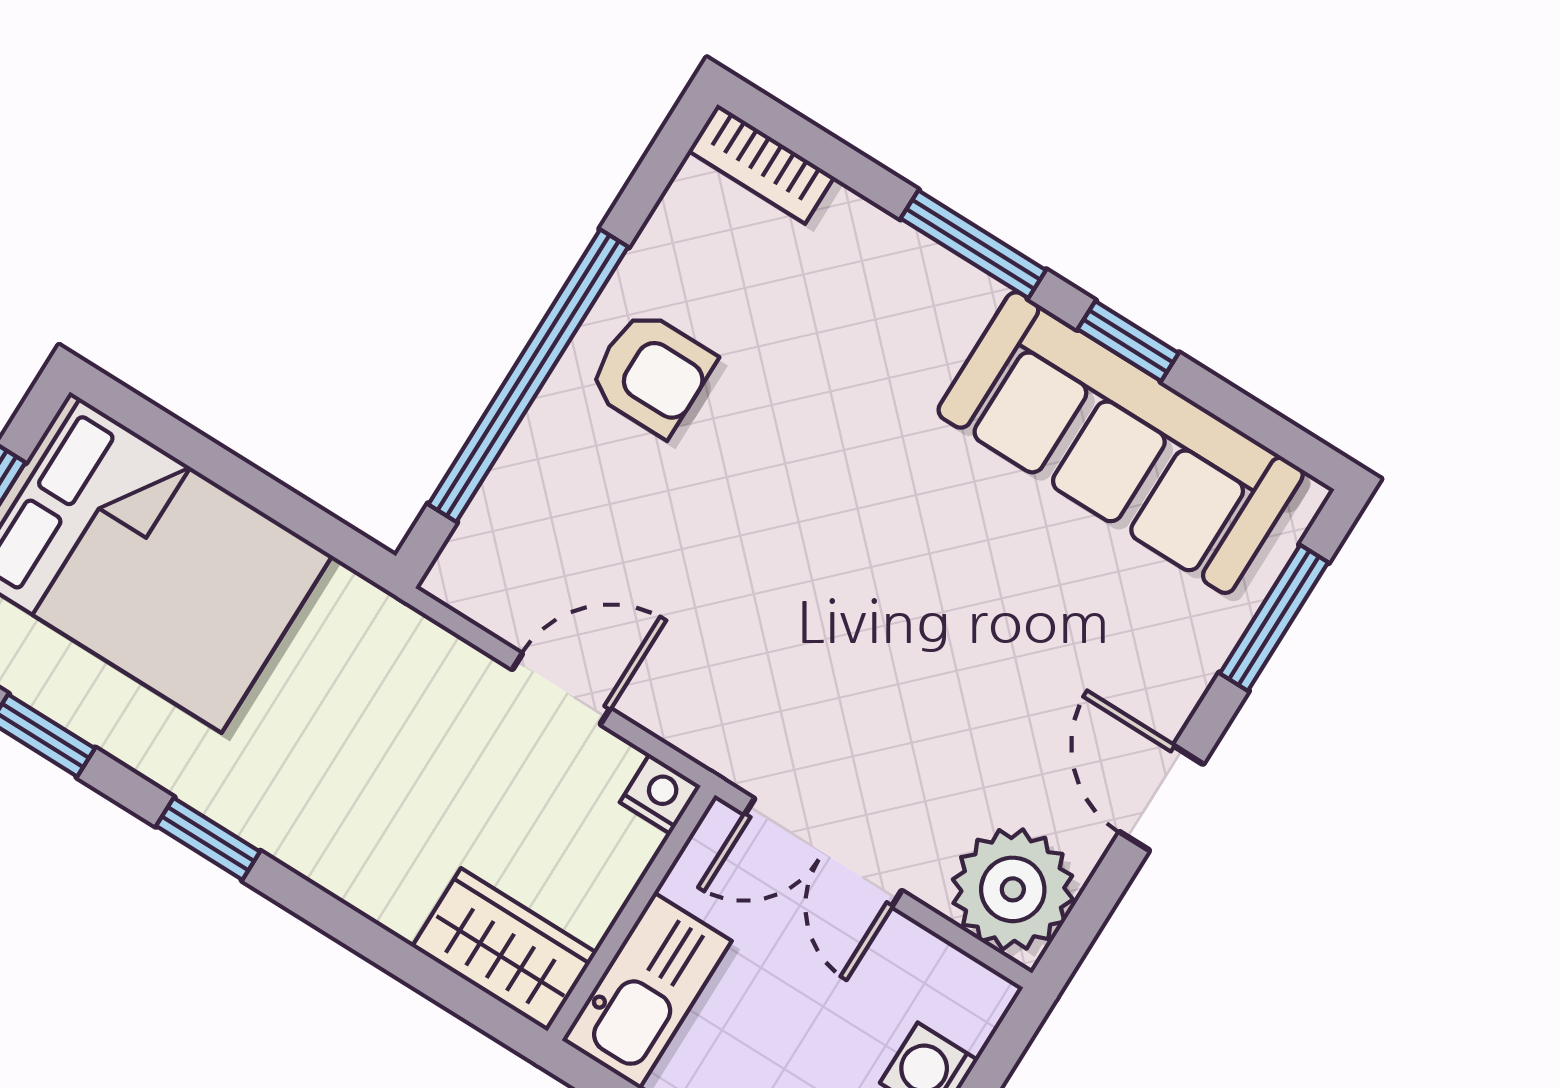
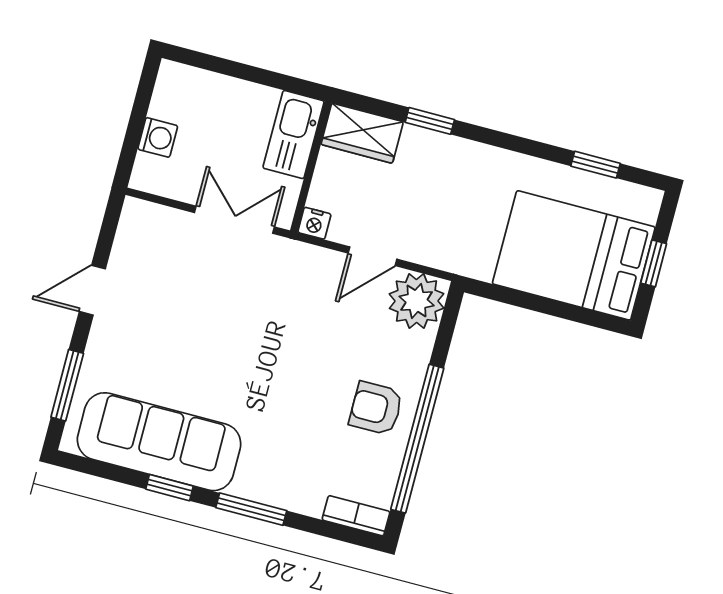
window: (528, 376) -> (417, 439), moved
door: (1161, 798) -> (92, 290), swing flipped
window: (208, 839) -> (430, 121), moved
plant: (1013, 889) -> (417, 301), moved

